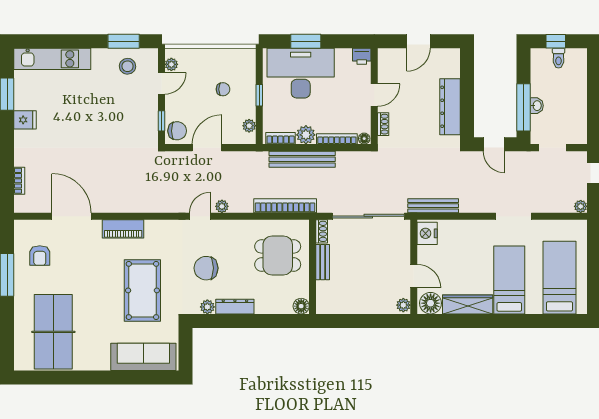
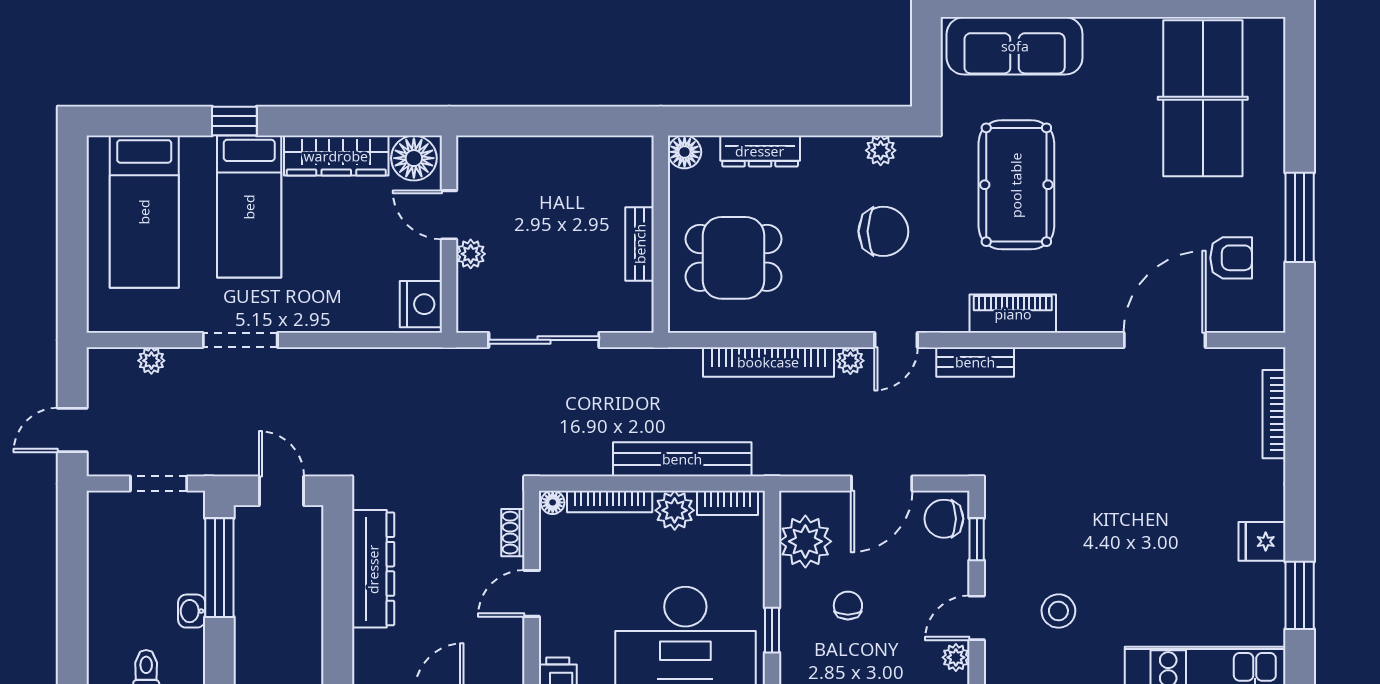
stool: (128, 66) -> (1058, 611), moved
chair: (223, 89) -> (848, 606), turned 90
window: (259, 95) -> (772, 630), moved
washbasin: (537, 106) -> (192, 611), moved
plant: (249, 126) -> (805, 541), width x1.88, depth x1.88
bookcase: (19, 181) -> (1274, 414), width x1.56
bookcase: (285, 206) -> (768, 362), moved
bench: (433, 206) -> (975, 362), moved, width x0.73
plant: (581, 206) -> (151, 361), moved
door: (72, 216) -> (1165, 340), swing flipped
sliding door: (368, 216) -> (544, 340), width x0.73
piano: (123, 229) -> (1013, 314), moved
shoe rack: (322, 231) -> (642, 308), removed
armchair: (40, 256) -> (1231, 258), turned 90
plant: (403, 305) -> (471, 254), moved
dresser: (235, 307) -> (760, 151), moved
window: (516, 321) -> (234, 121), added

